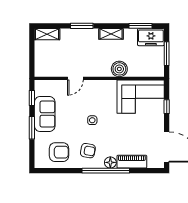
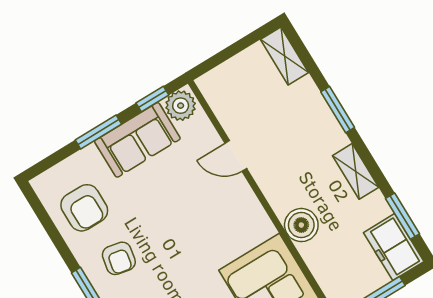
plant: (42, 88) -> (181, 106), added
side table: (92, 120) -> (179, 233), removed

